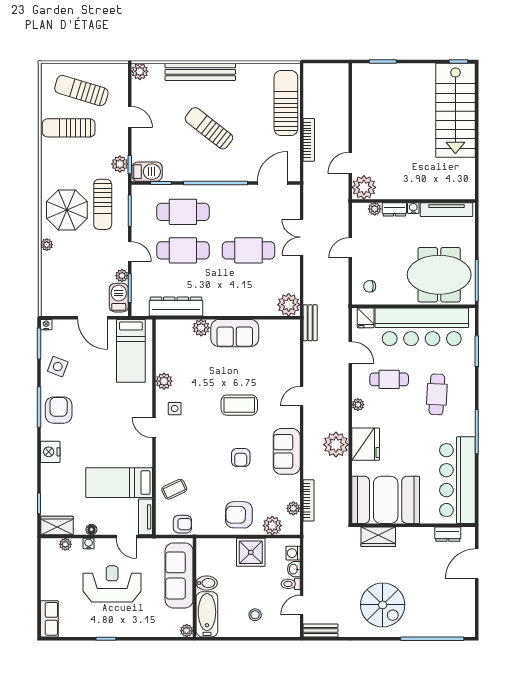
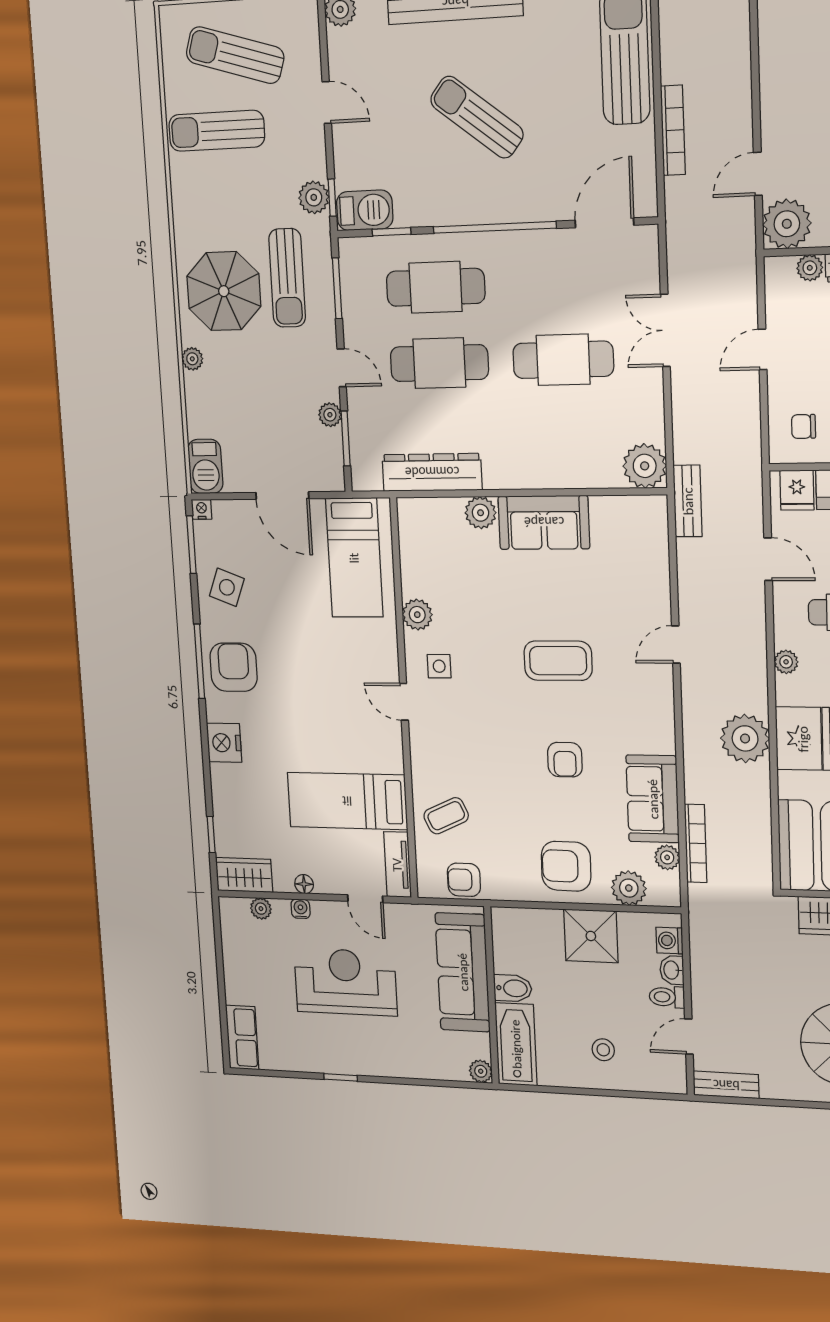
barbecue: (119, 298) -> (205, 466), moved, turned 180
sofa: (287, 451) -> (653, 799), moved
armchair: (182, 524) -> (464, 880), turned 180

